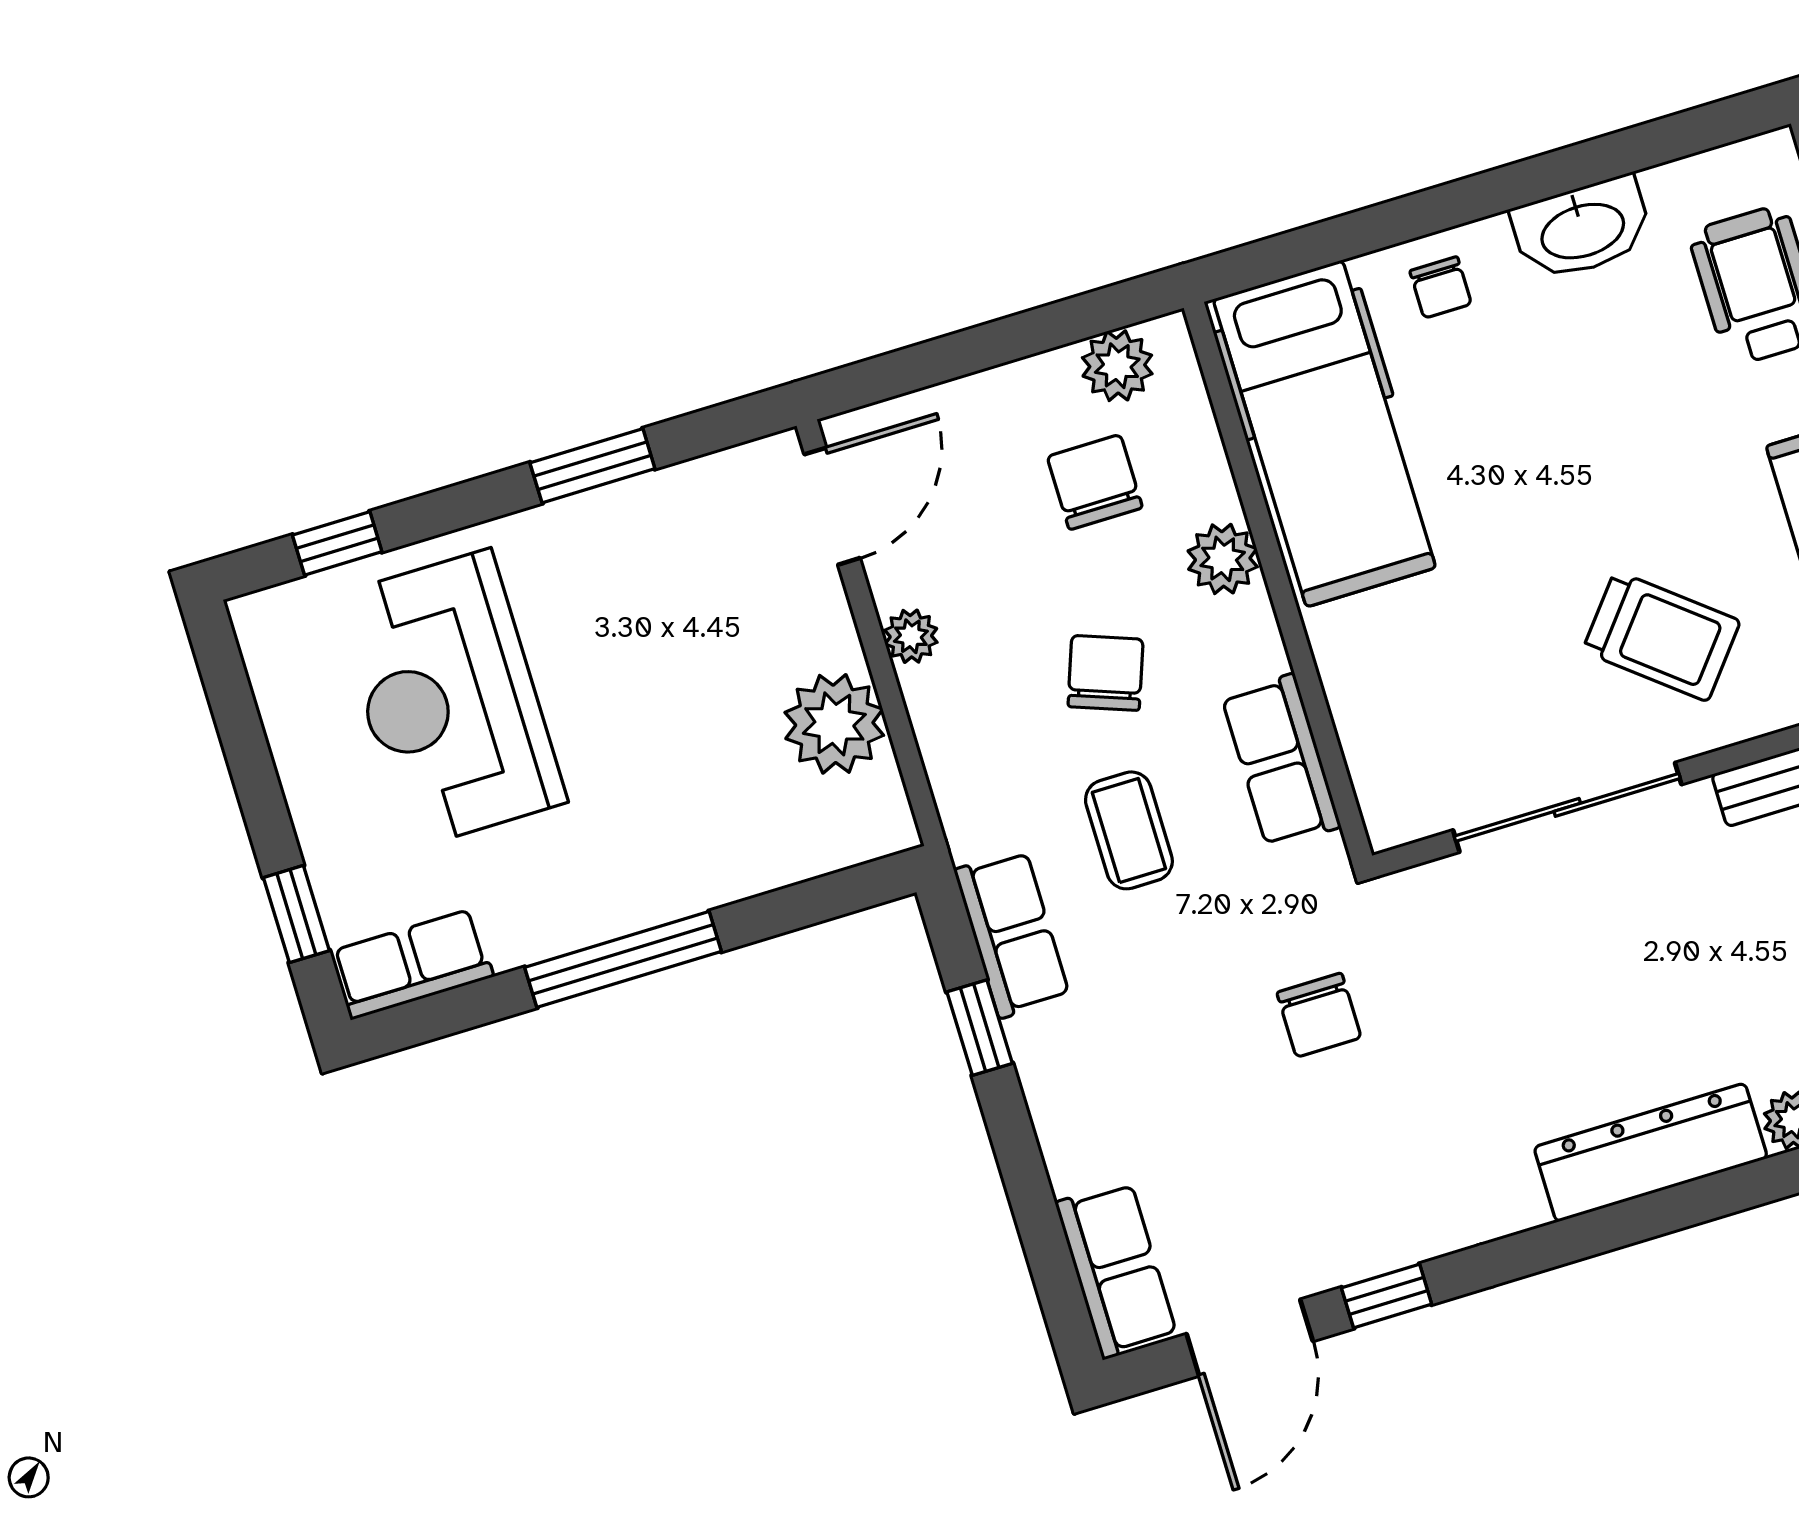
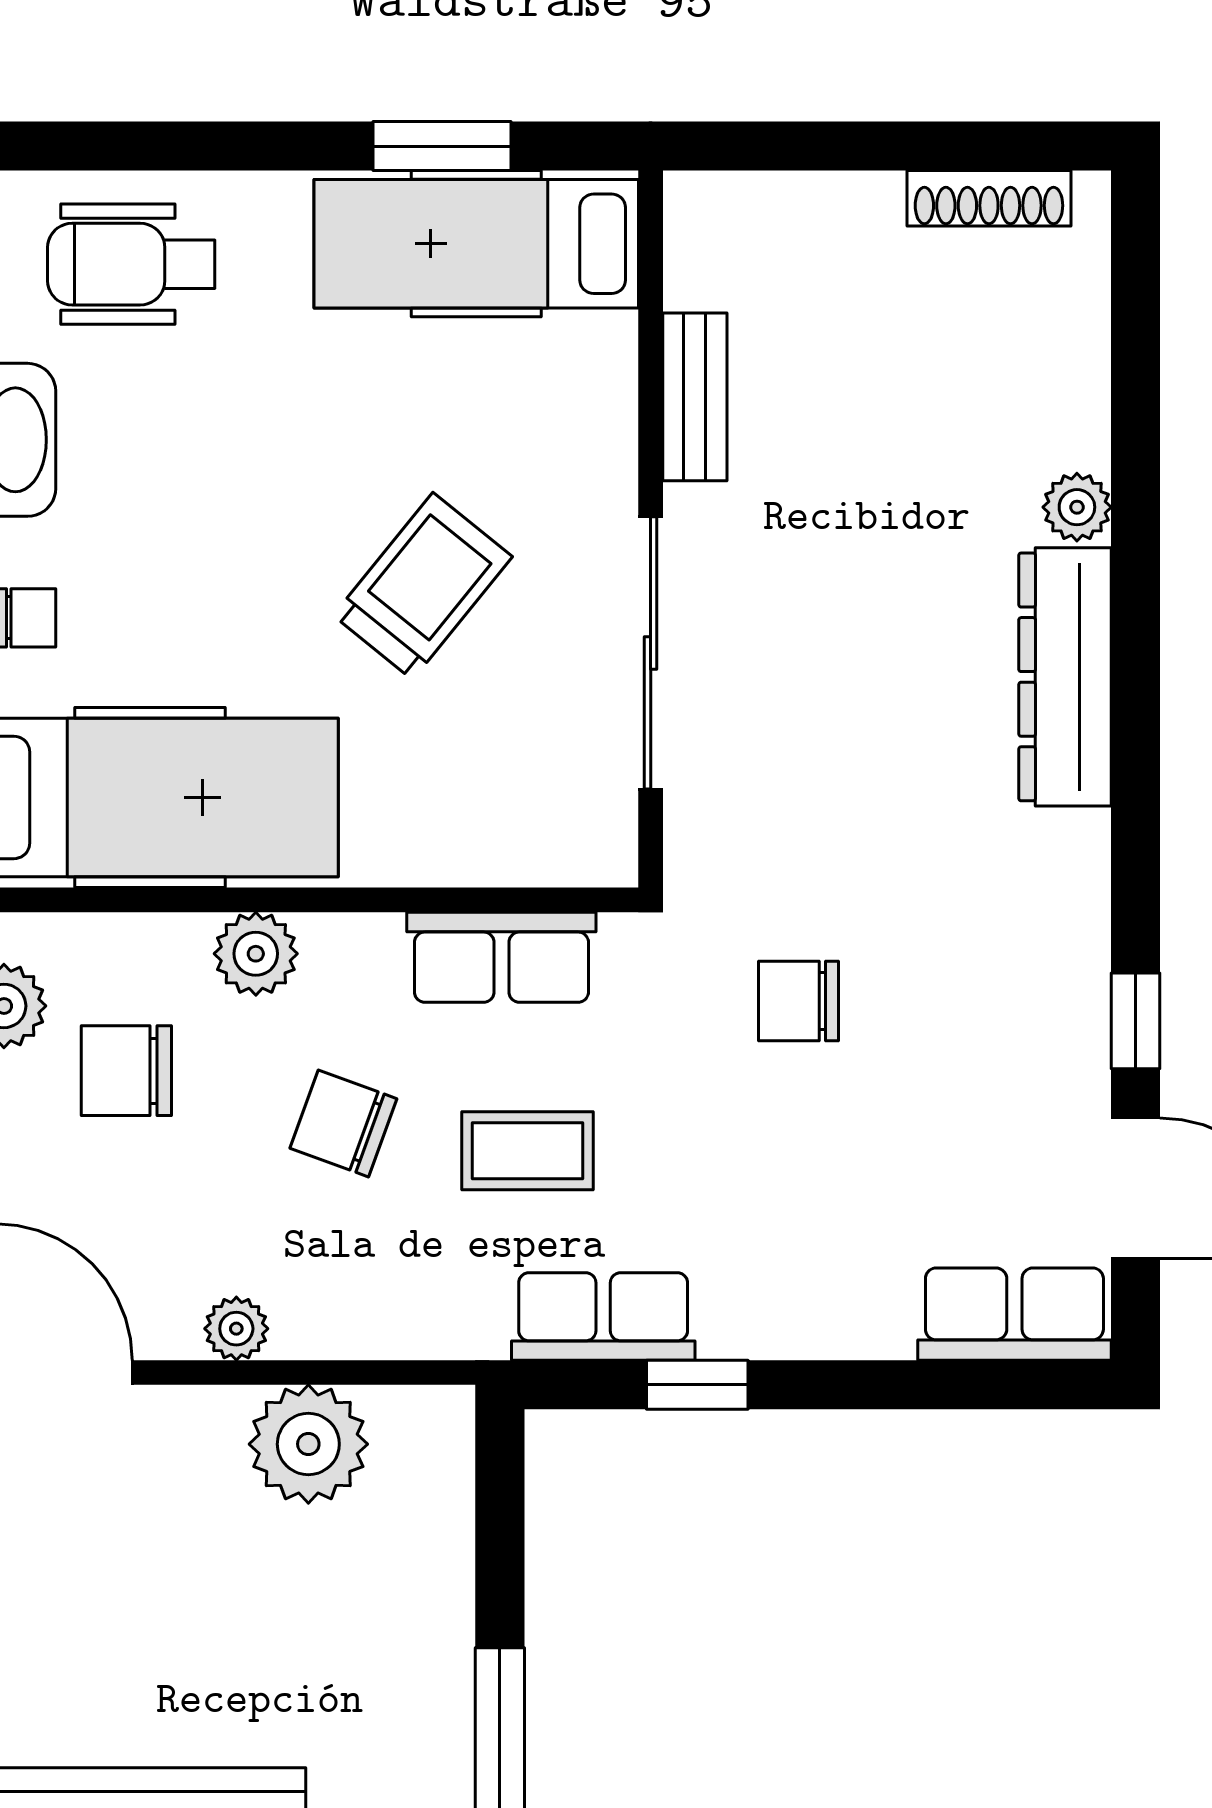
trolley: (1661, 636) -> (423, 586), moved
chair: (1319, 1015) -> (798, 1001), turned 180

